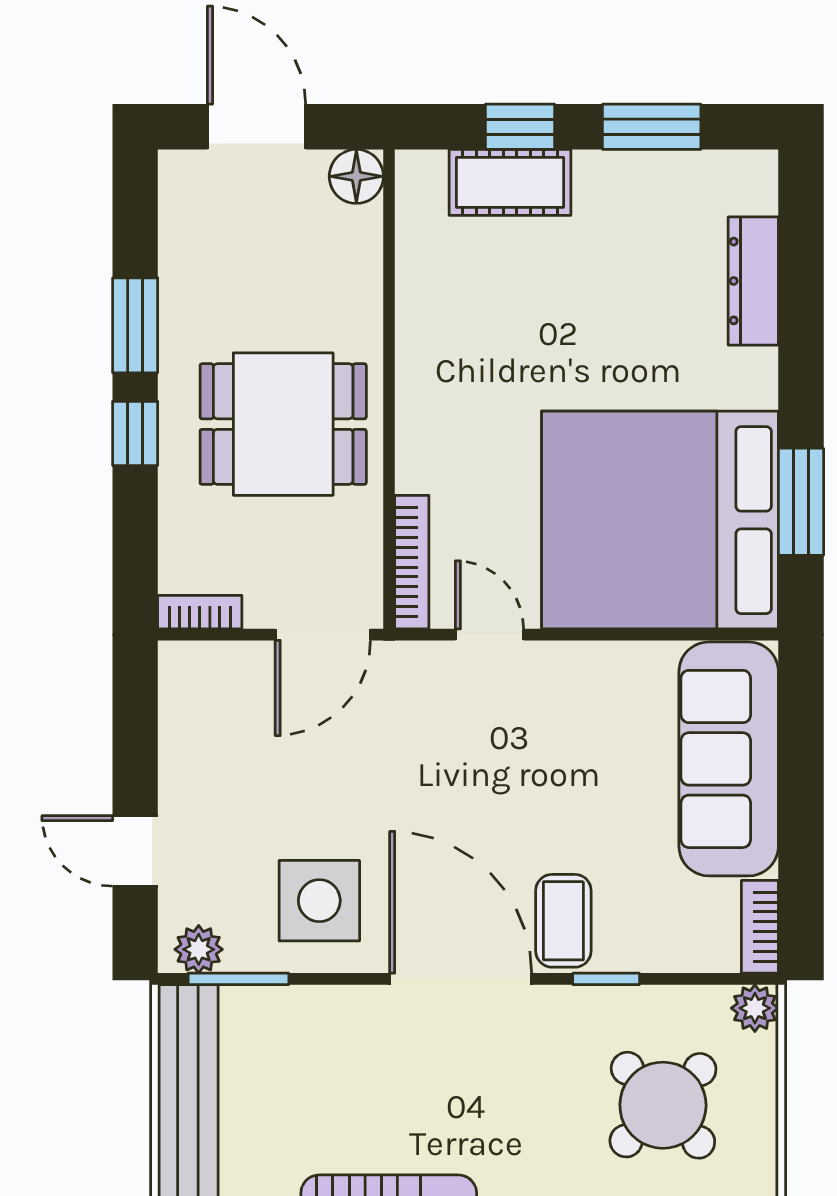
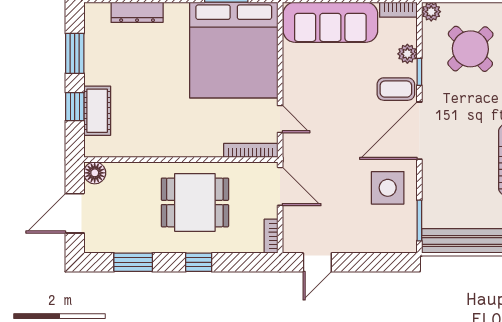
window: (135, 325) -> (133, 262), moved
dining table: (283, 424) -> (195, 202), turned 90
door: (489, 635) -> (280, 119), swing flipped
door: (135, 851) -> (317, 262), moved
plant: (199, 949) -> (407, 54), moved

